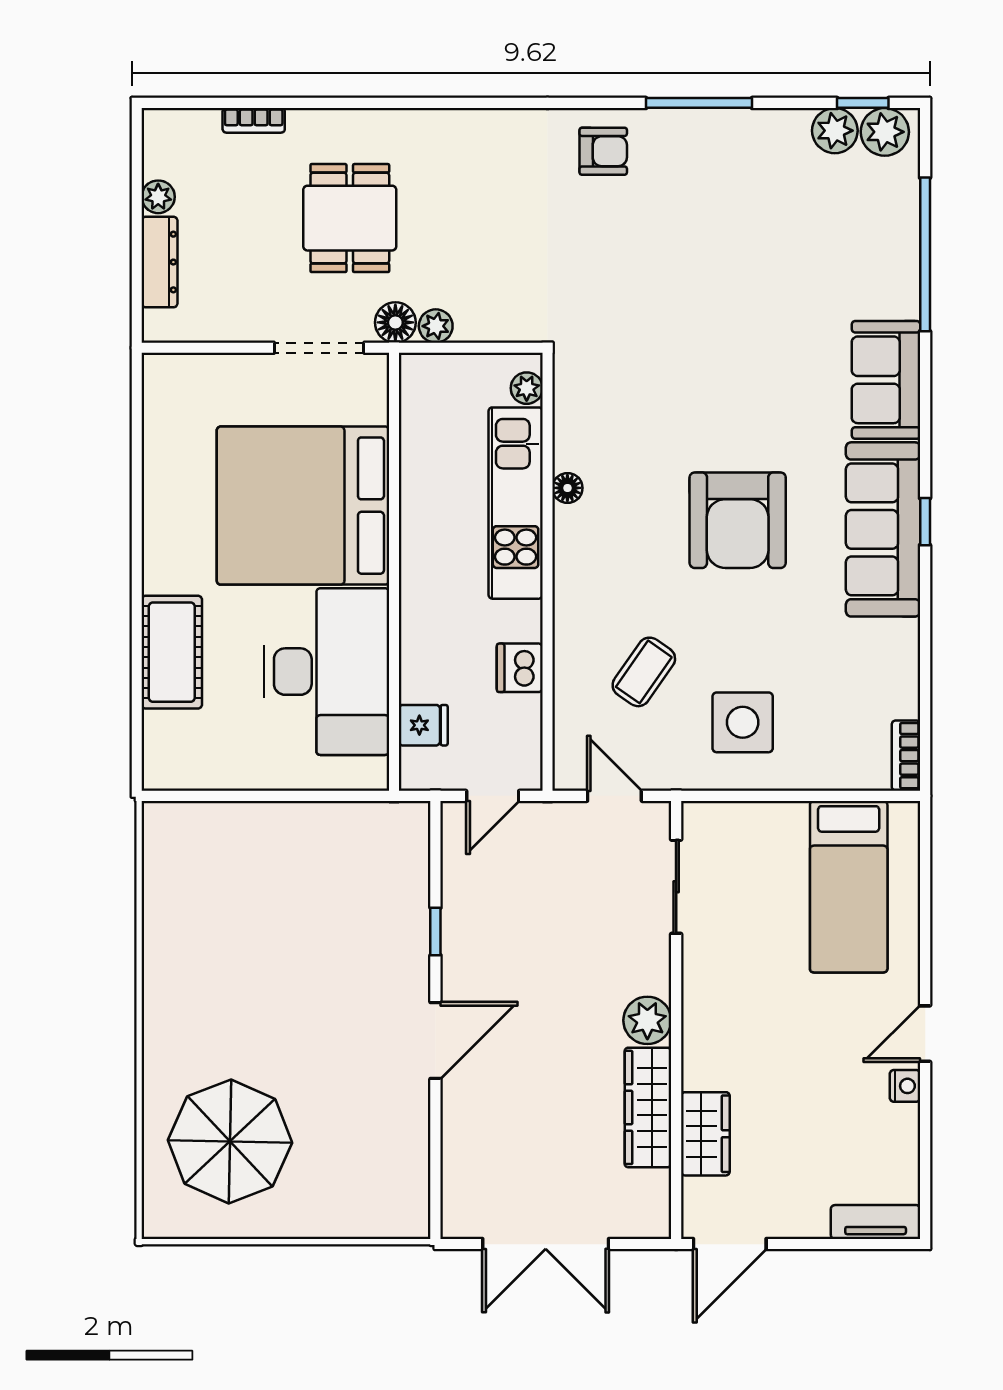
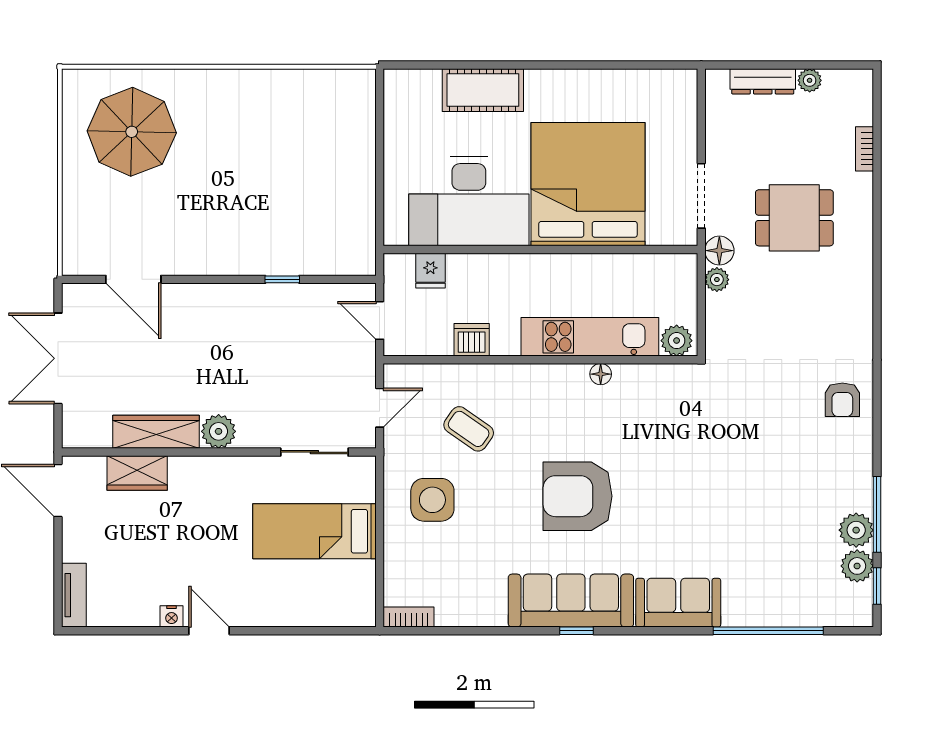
window: (699, 103) -> (877, 514), moved
plant: (885, 132) -> (856, 530), moved
plant: (527, 388) -> (677, 341), width x1.38, depth x1.38
bed: (849, 887) -> (314, 531), moved
door: (435, 1041) -> (133, 279), moved

